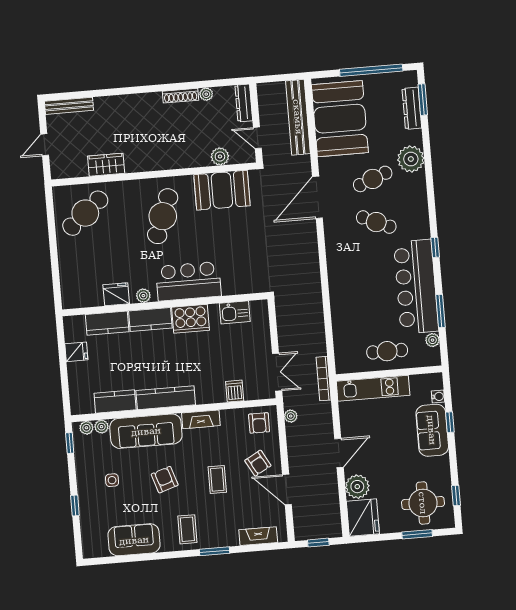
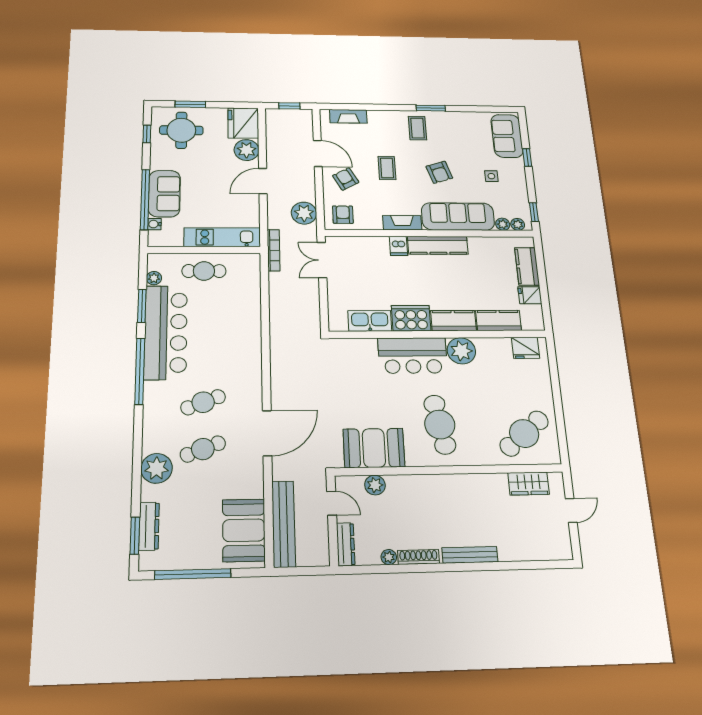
bench: (69, 106) -> (470, 555), moved
booth: (340, 119) -> (244, 530), width x0.73, depth x0.70
wardrobe: (106, 165) -> (529, 484), moved
cafe table: (163, 216) -> (440, 425), turned -31
cafe table: (376, 222) -> (203, 402), turned -45
window: (435, 247) -> (140, 371), width x3.17
fridge: (116, 294) -> (526, 348), moved
plant: (143, 296) -> (461, 351), width x1.88, depth x1.88
kitchen sink: (235, 312) -> (370, 321), width x1.38
dishwasher: (235, 391) -> (398, 246), moved
kitchen counter: (115, 401) -> (527, 266), moved, turned 90
plant: (291, 416) -> (304, 213), width x1.88, depth x1.88
window: (450, 422) -> (145, 199), width x3.17
sofa: (134, 540) -> (507, 136), moved, turned 90
window: (215, 551) -> (431, 108), moved

